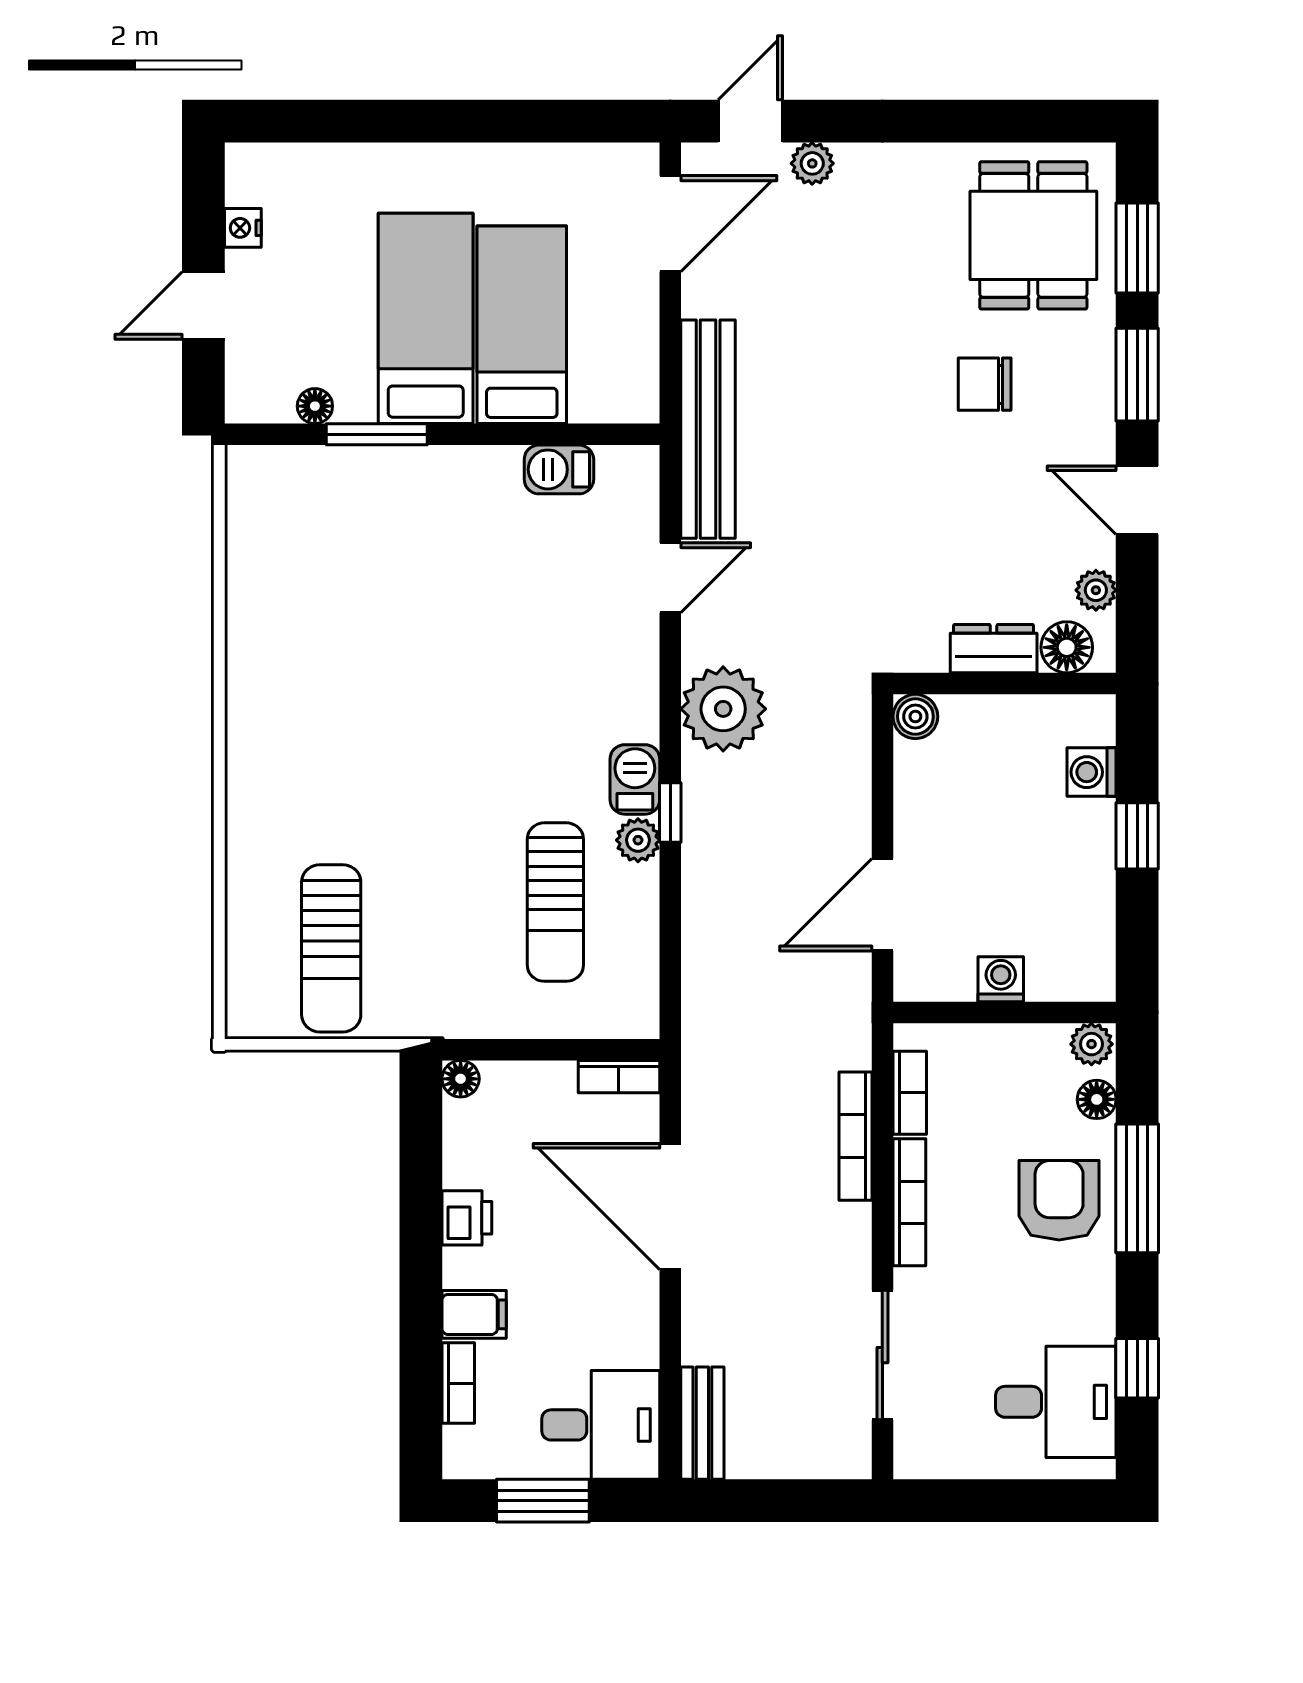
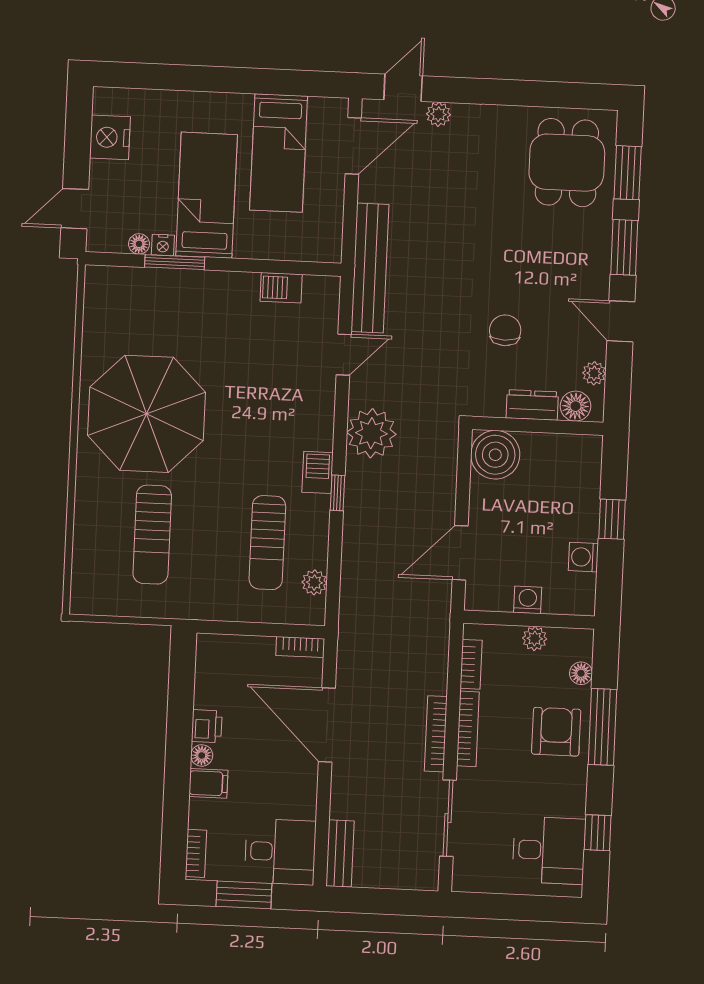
nightstand: (243, 228) -> (110, 137), width x1.89, depth x1.79
door: (203, 305) -> (75, 209), moved
bed: (522, 325) -> (279, 153), moved, turned 180
chair: (985, 384) -> (505, 330), moved, turned 90
nightstand: (355, 406) -> (163, 245), added
parasol: (341, 693) -> (147, 414), added
boiler: (915, 716) -> (495, 455), width x1.86, depth x1.86
washing machine: (1092, 772) -> (583, 557), moved
plant: (638, 840) -> (314, 582), moved
sun lounger: (331, 948) -> (152, 535), moved
plant: (1091, 1044) -> (535, 639), moved
floor lamp: (461, 1079) -> (202, 755), moved
bookcase: (855, 1136) -> (436, 734), moved
bookcase: (458, 1383) -> (196, 853), moved

